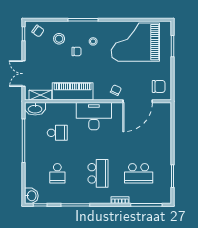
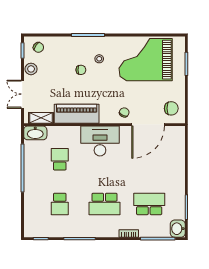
stool: (59, 39) -> (31, 69), moved
school desk: (57, 133) -> (60, 159), turned -90
school desk: (98, 173) -> (104, 204), turned 90
school desk: (139, 173) -> (149, 204), turned 180
washbasin: (31, 196) -> (178, 229), moved, turned 180

